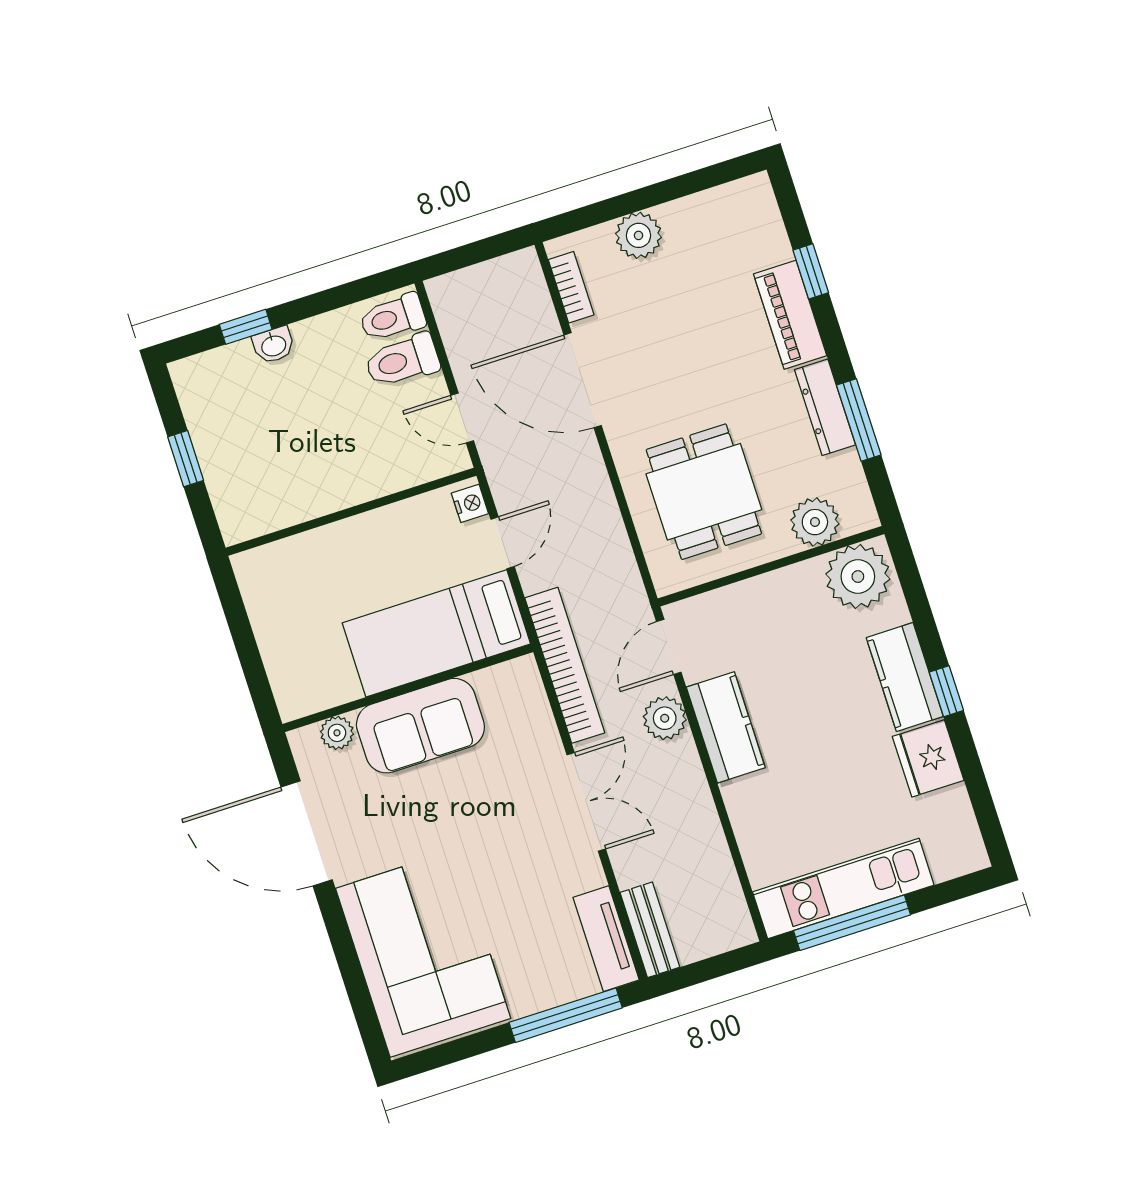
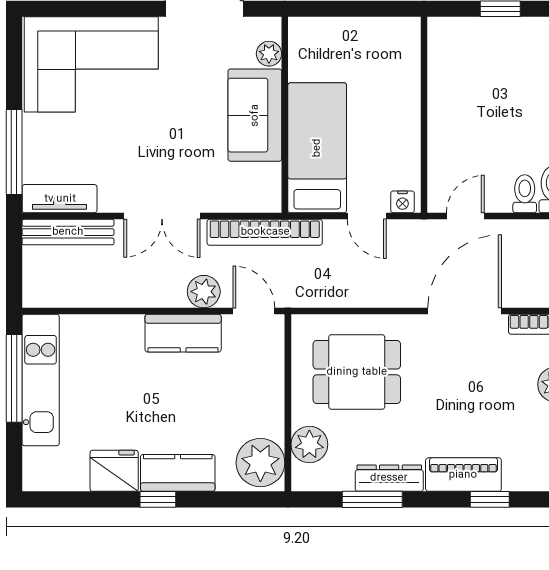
toilet: (402, 361) -> (525, 194), width x0.73, depth x0.72
bench: (650, 930) -> (68, 232), width x1.36

